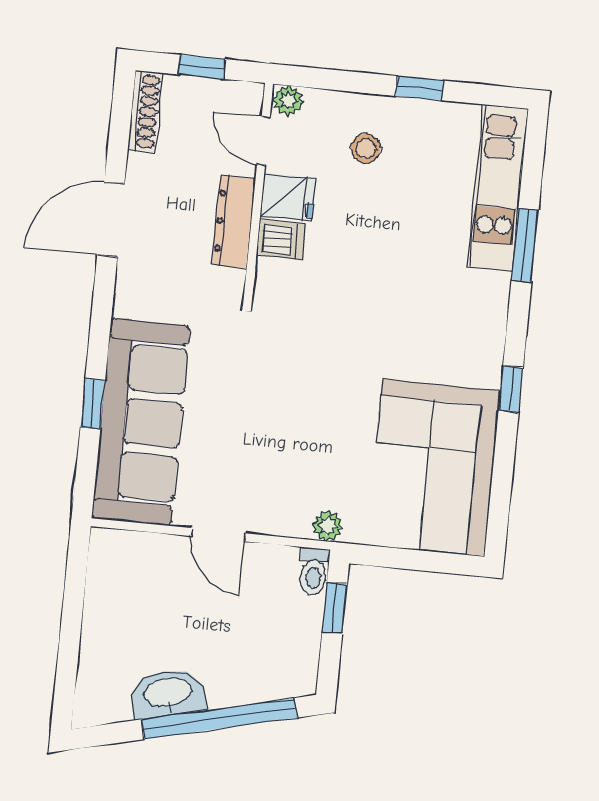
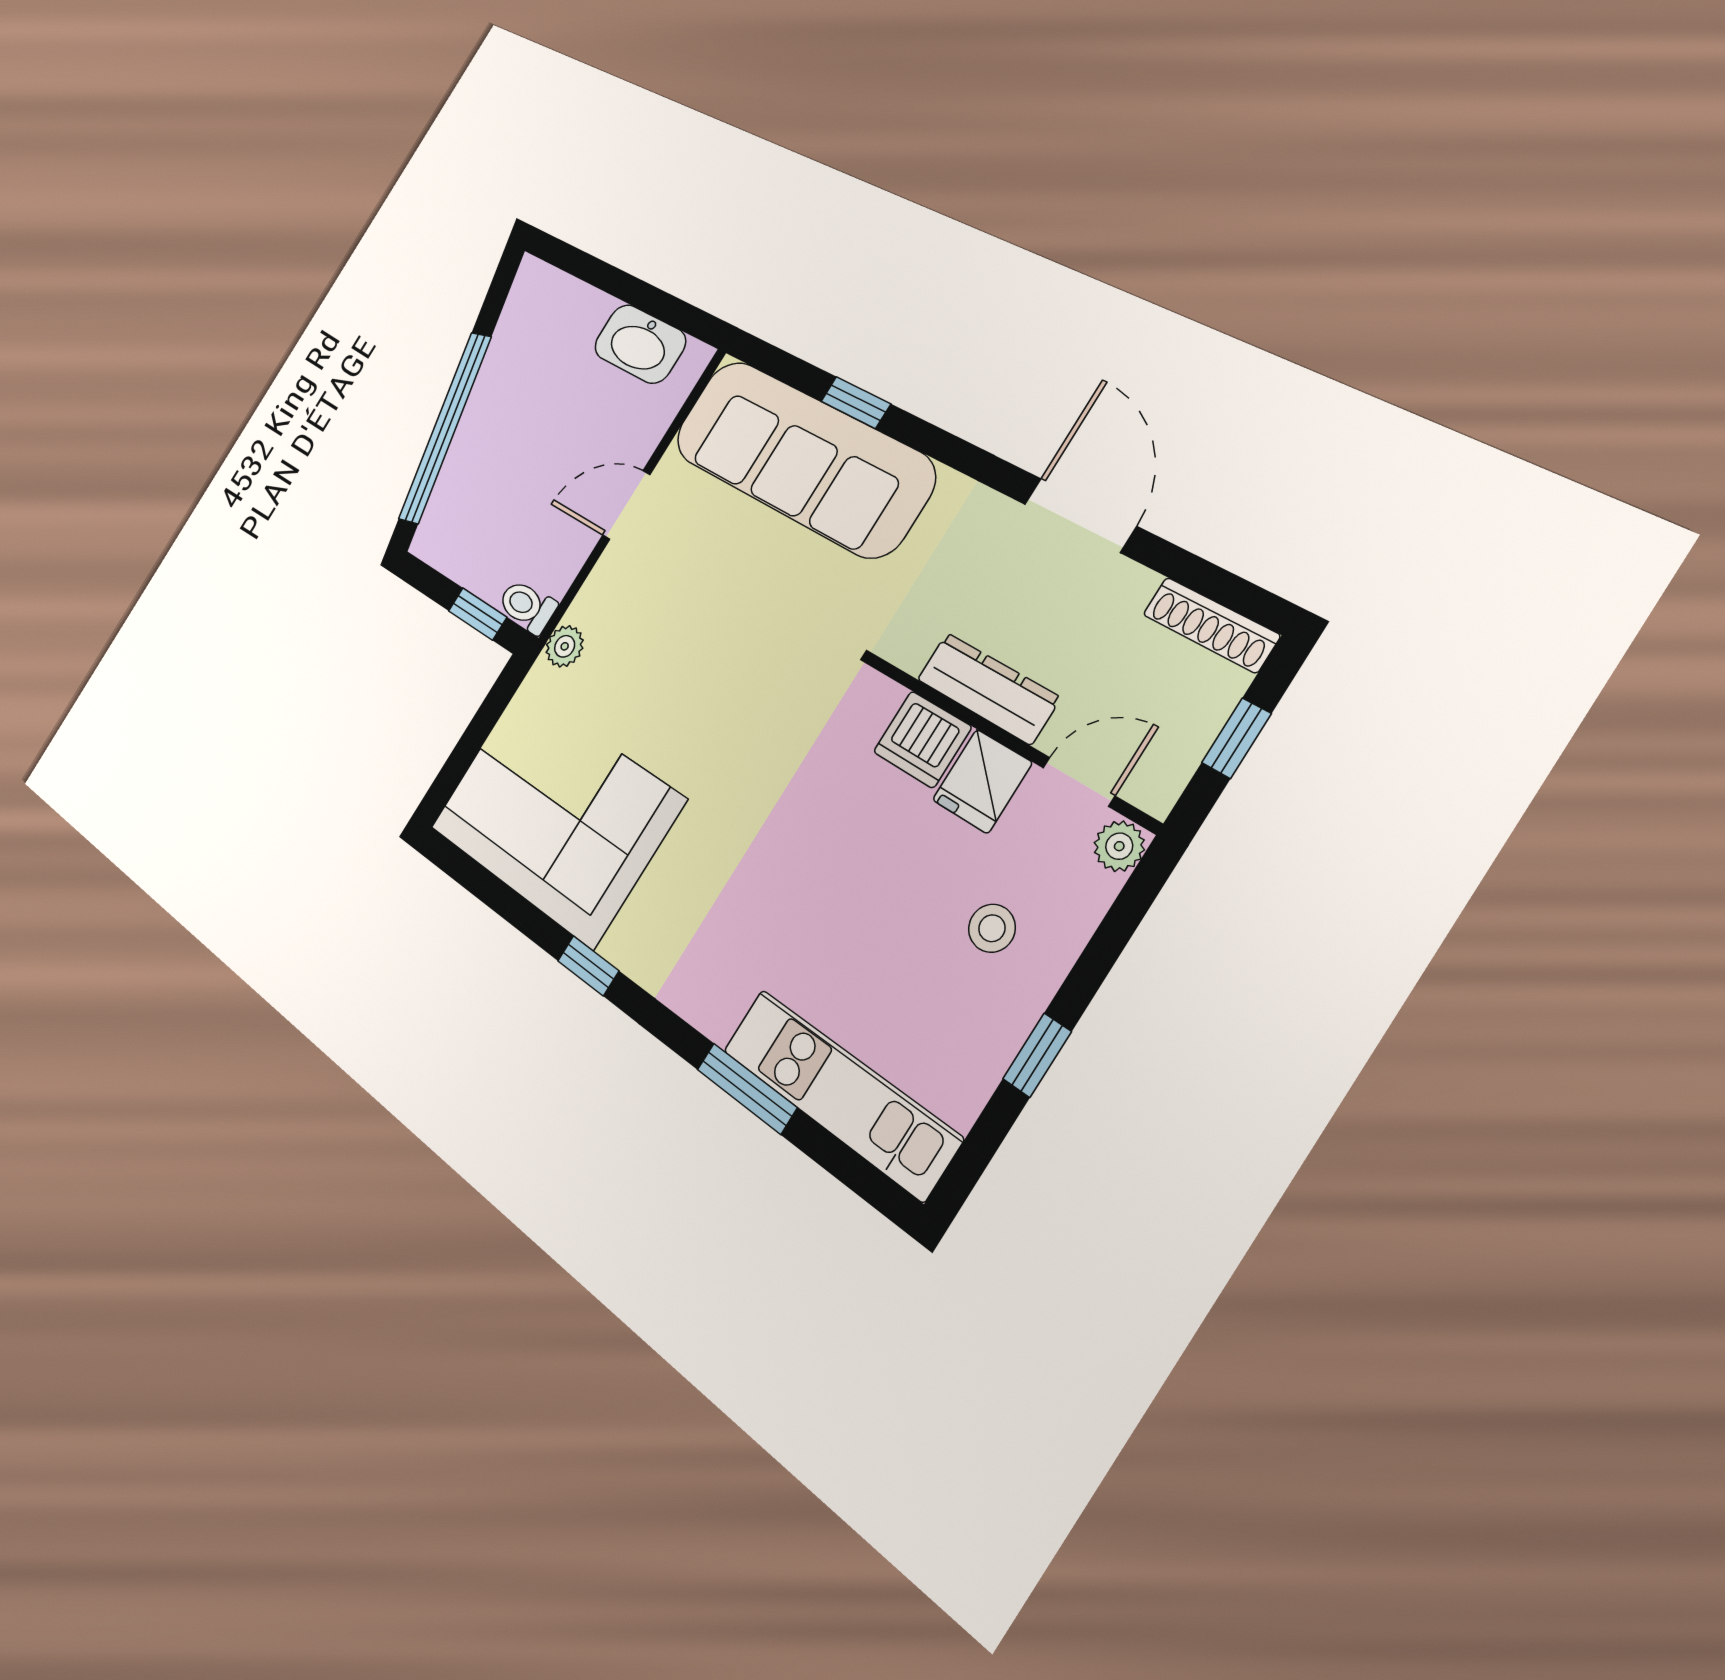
dishwasher: (281, 240) -> (922, 739), width x1.38
washbasin: (168, 693) -> (640, 344), moved, turned 104

